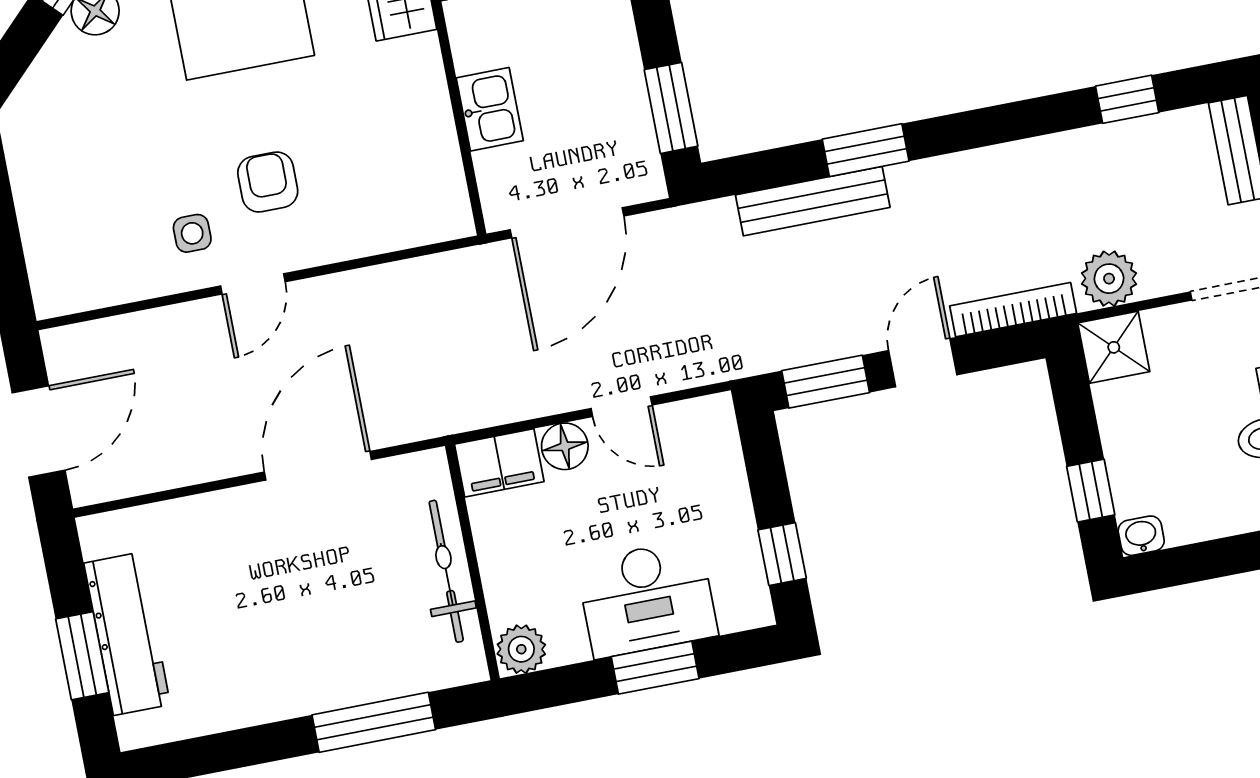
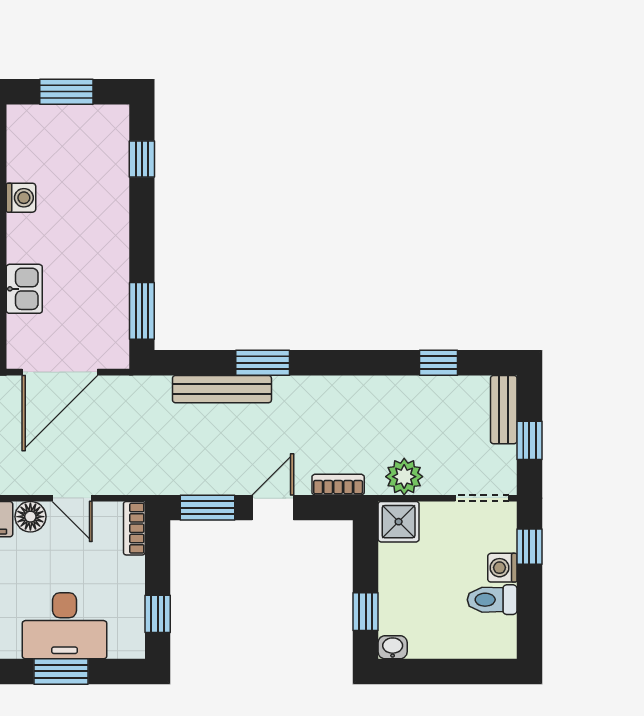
bookcase: (1013, 310) -> (338, 485), width x0.64
bookcase: (723, 433) -> (134, 528), added

